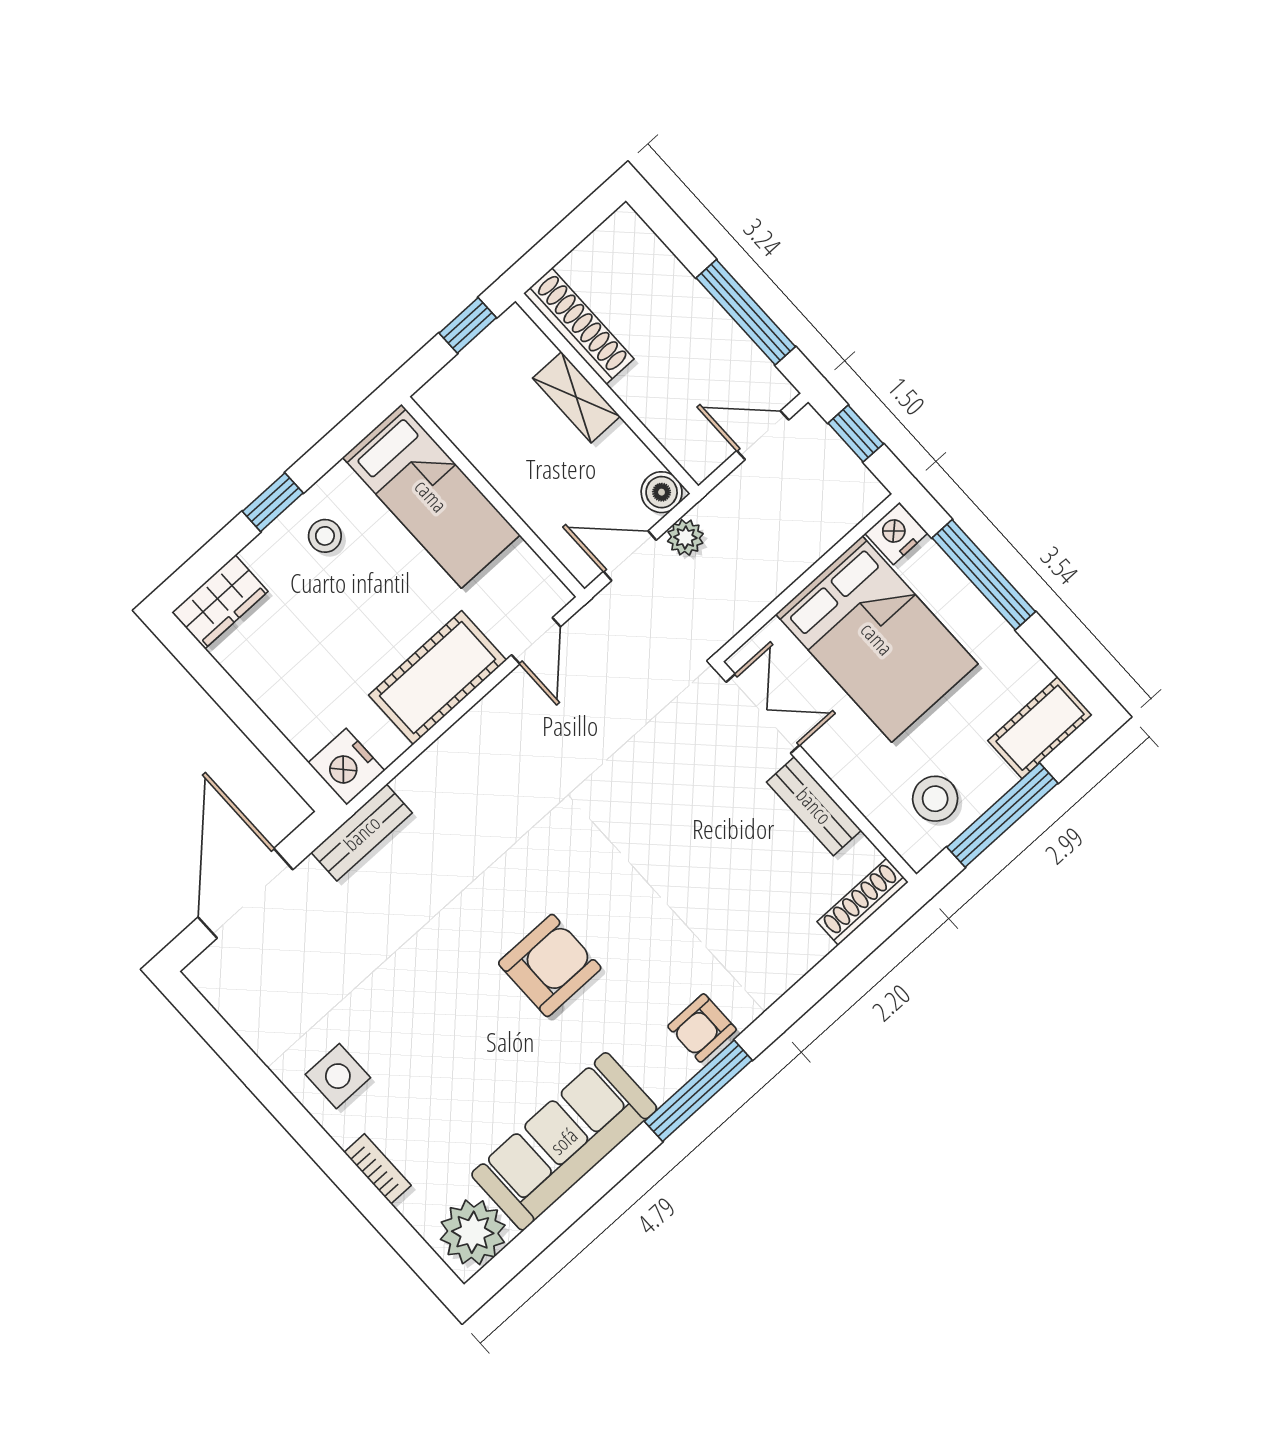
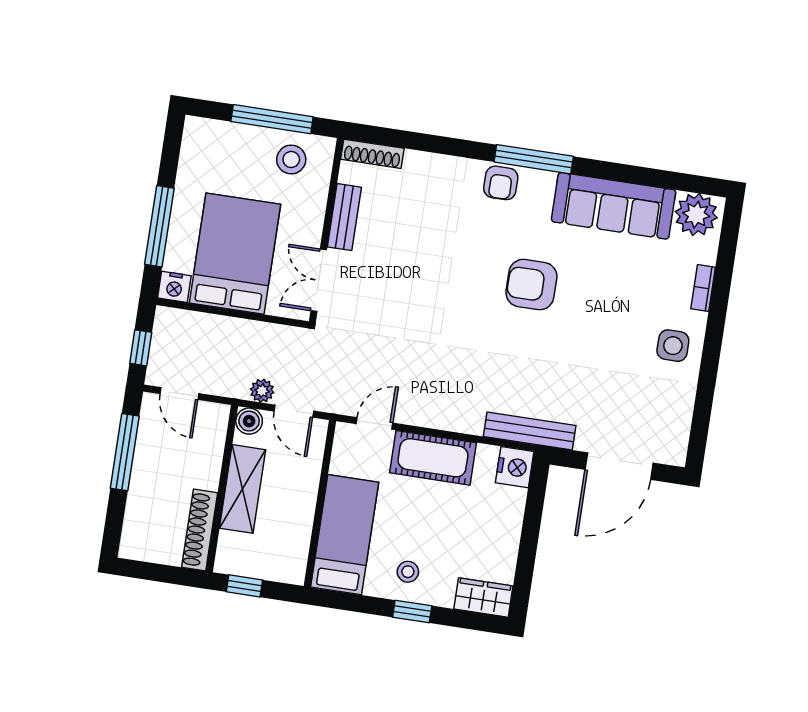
shelving: (576, 397) -> (243, 489), width x1.50, depth x1.33
cot: (1040, 728) -> (213, 136), removed
bench: (362, 833) -> (530, 431), width x1.36
armchair: (702, 1028) -> (501, 183), turned 90

